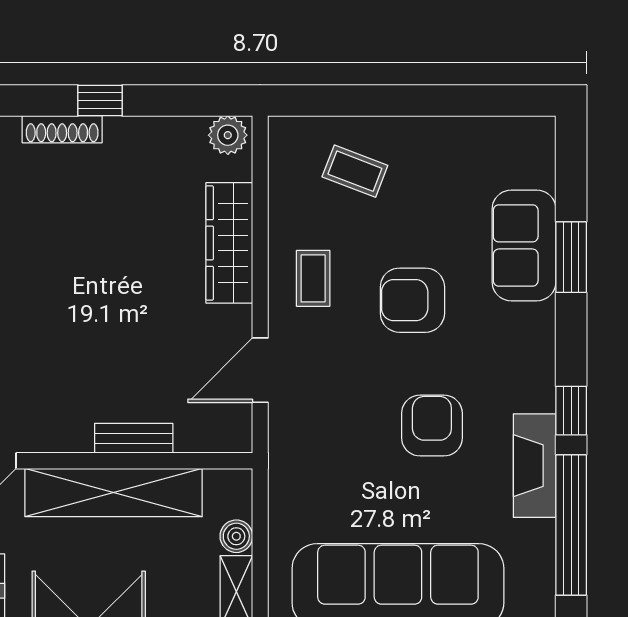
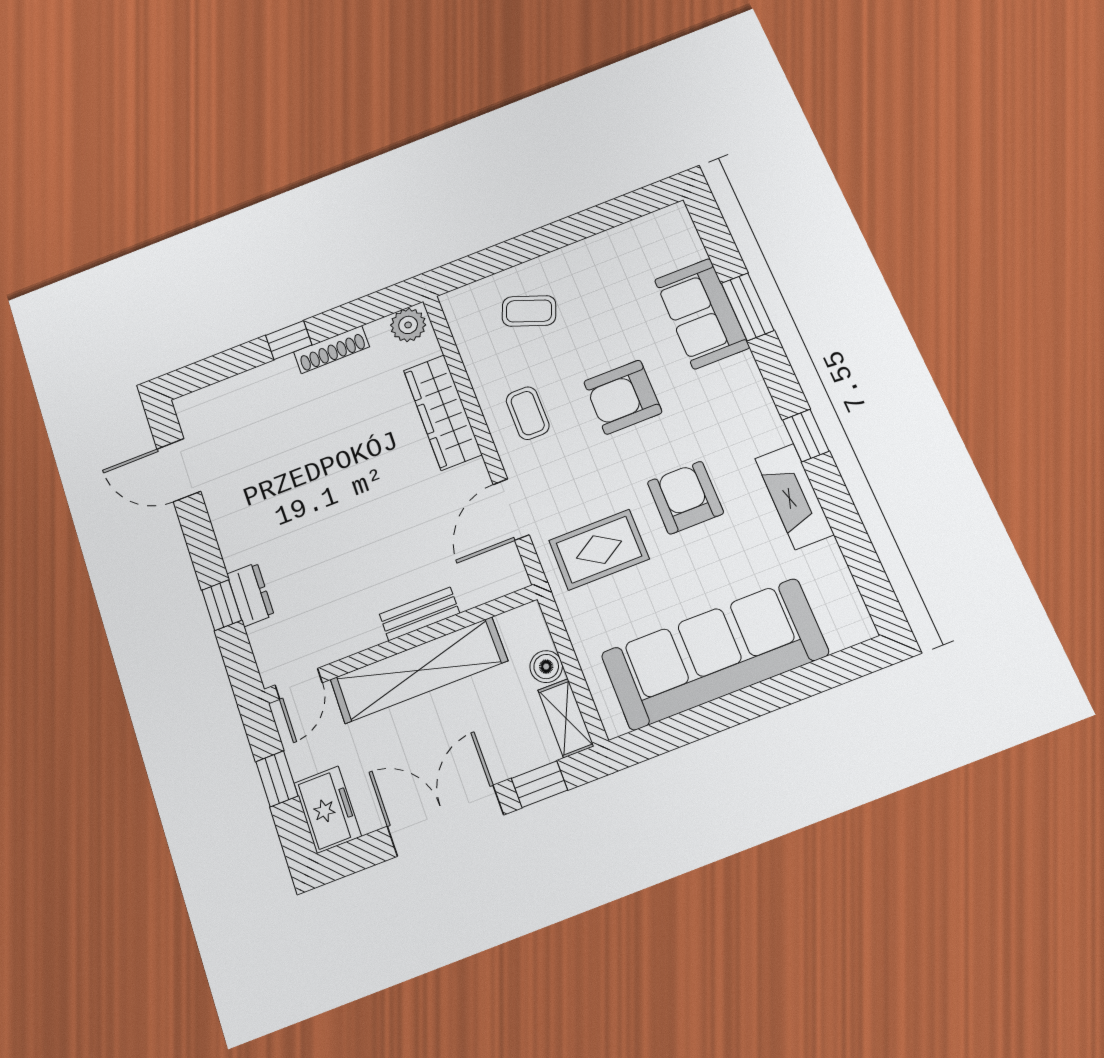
shoe rack: (62, 129) -> (332, 349), moved
rug: (330, 444) -> (599, 550), added
window: (571, 525) -> (852, 536), removed

